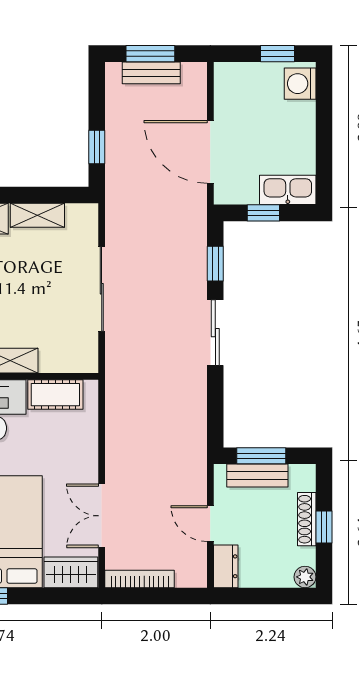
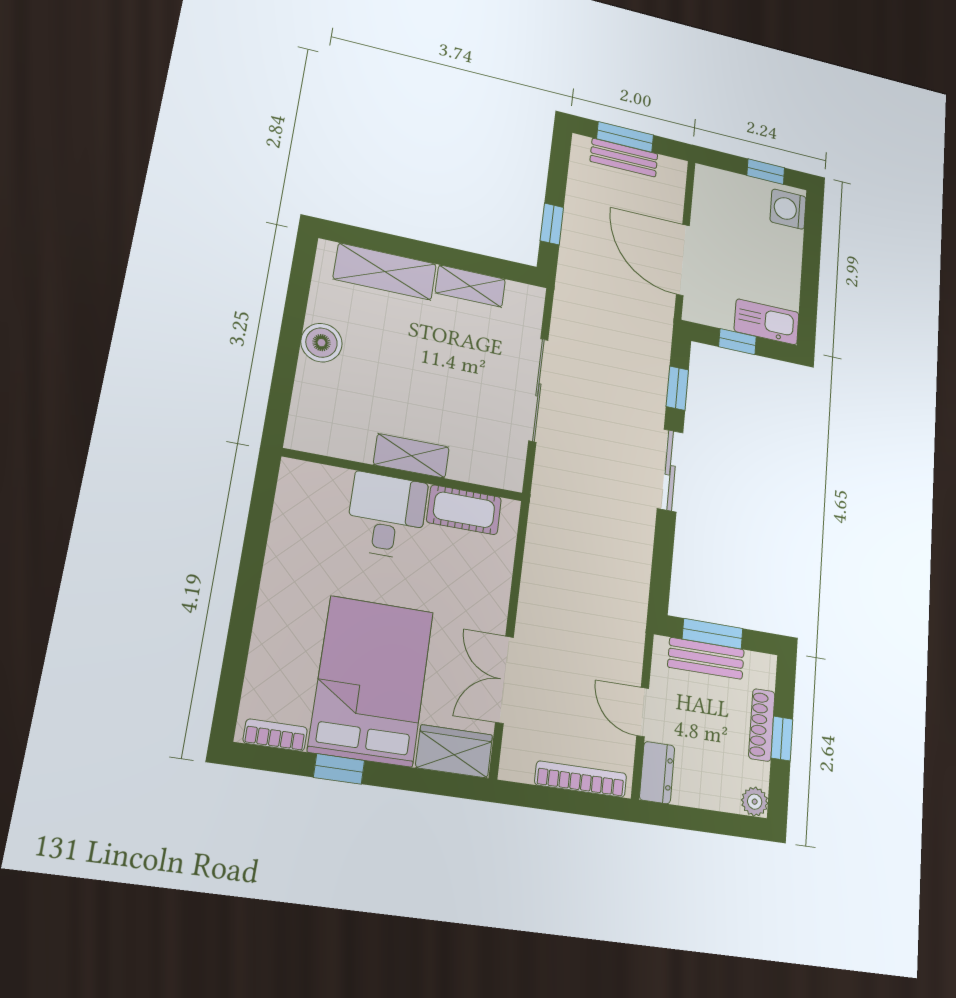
bookcase: (140, 579) -> (581, 779), moved

